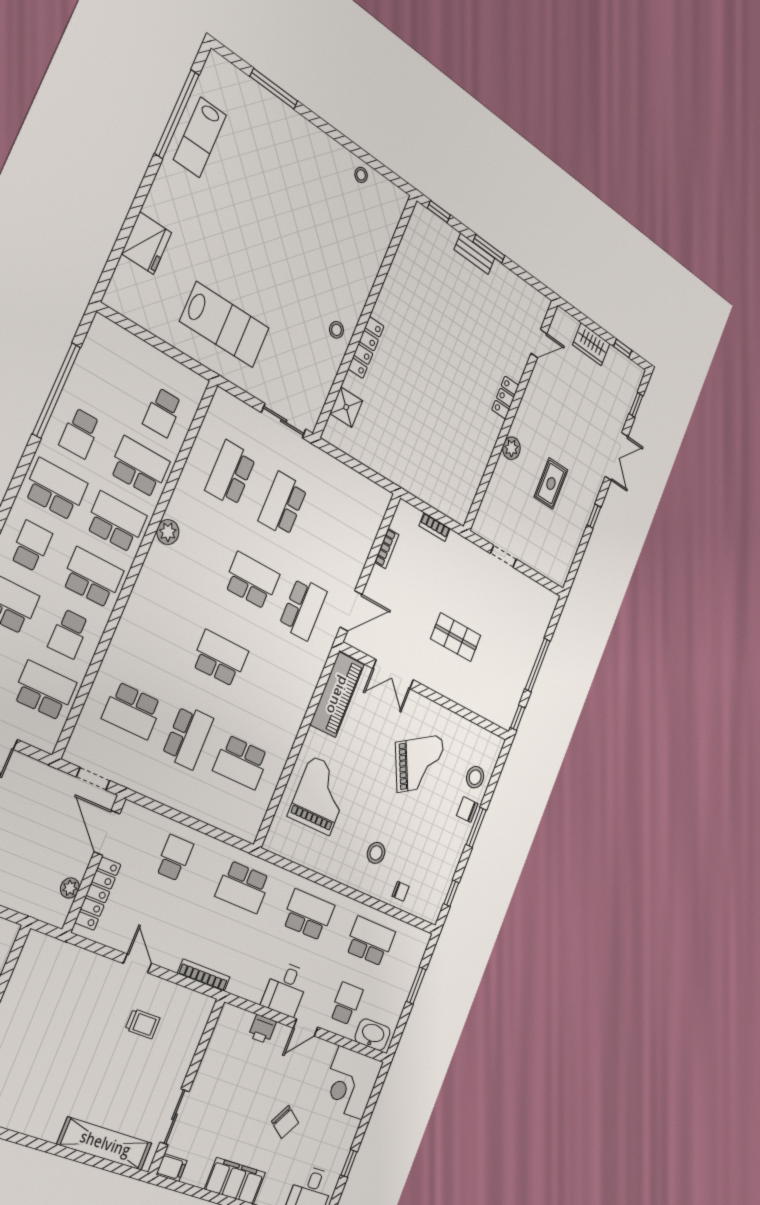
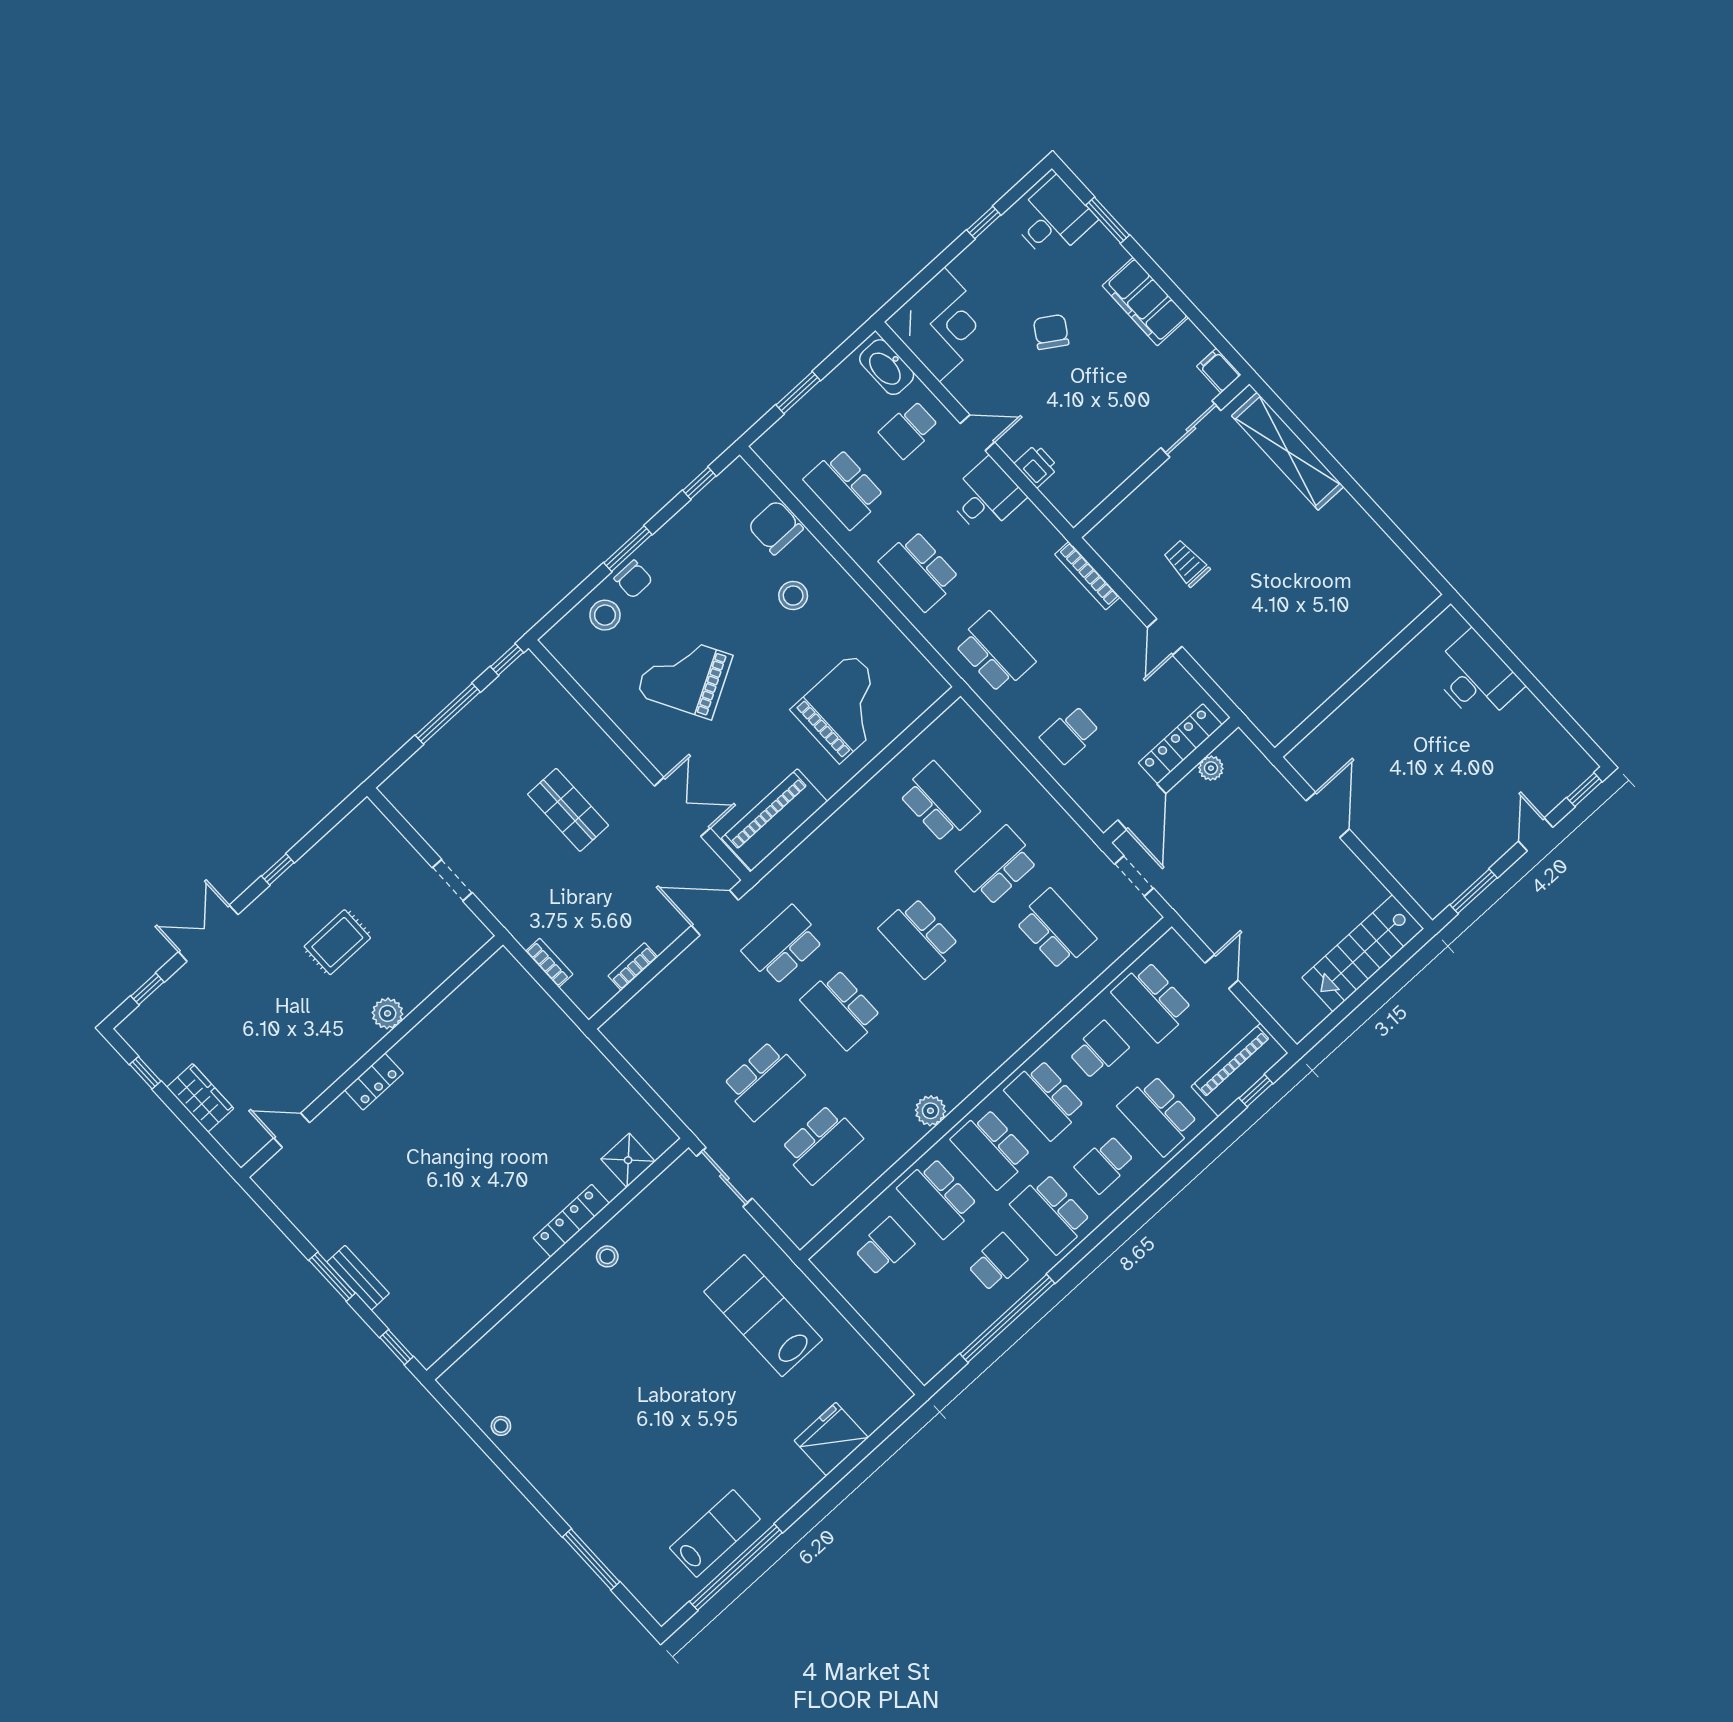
grand piano: (320, 796) -> (846, 708), turned 180
chair: (401, 891) -> (776, 527), width x1.87, depth x1.87

